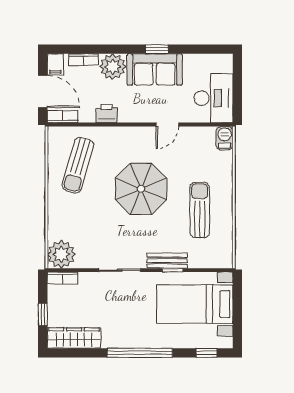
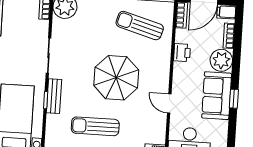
sun lounger: (200, 210) -> (95, 126), turned 180

